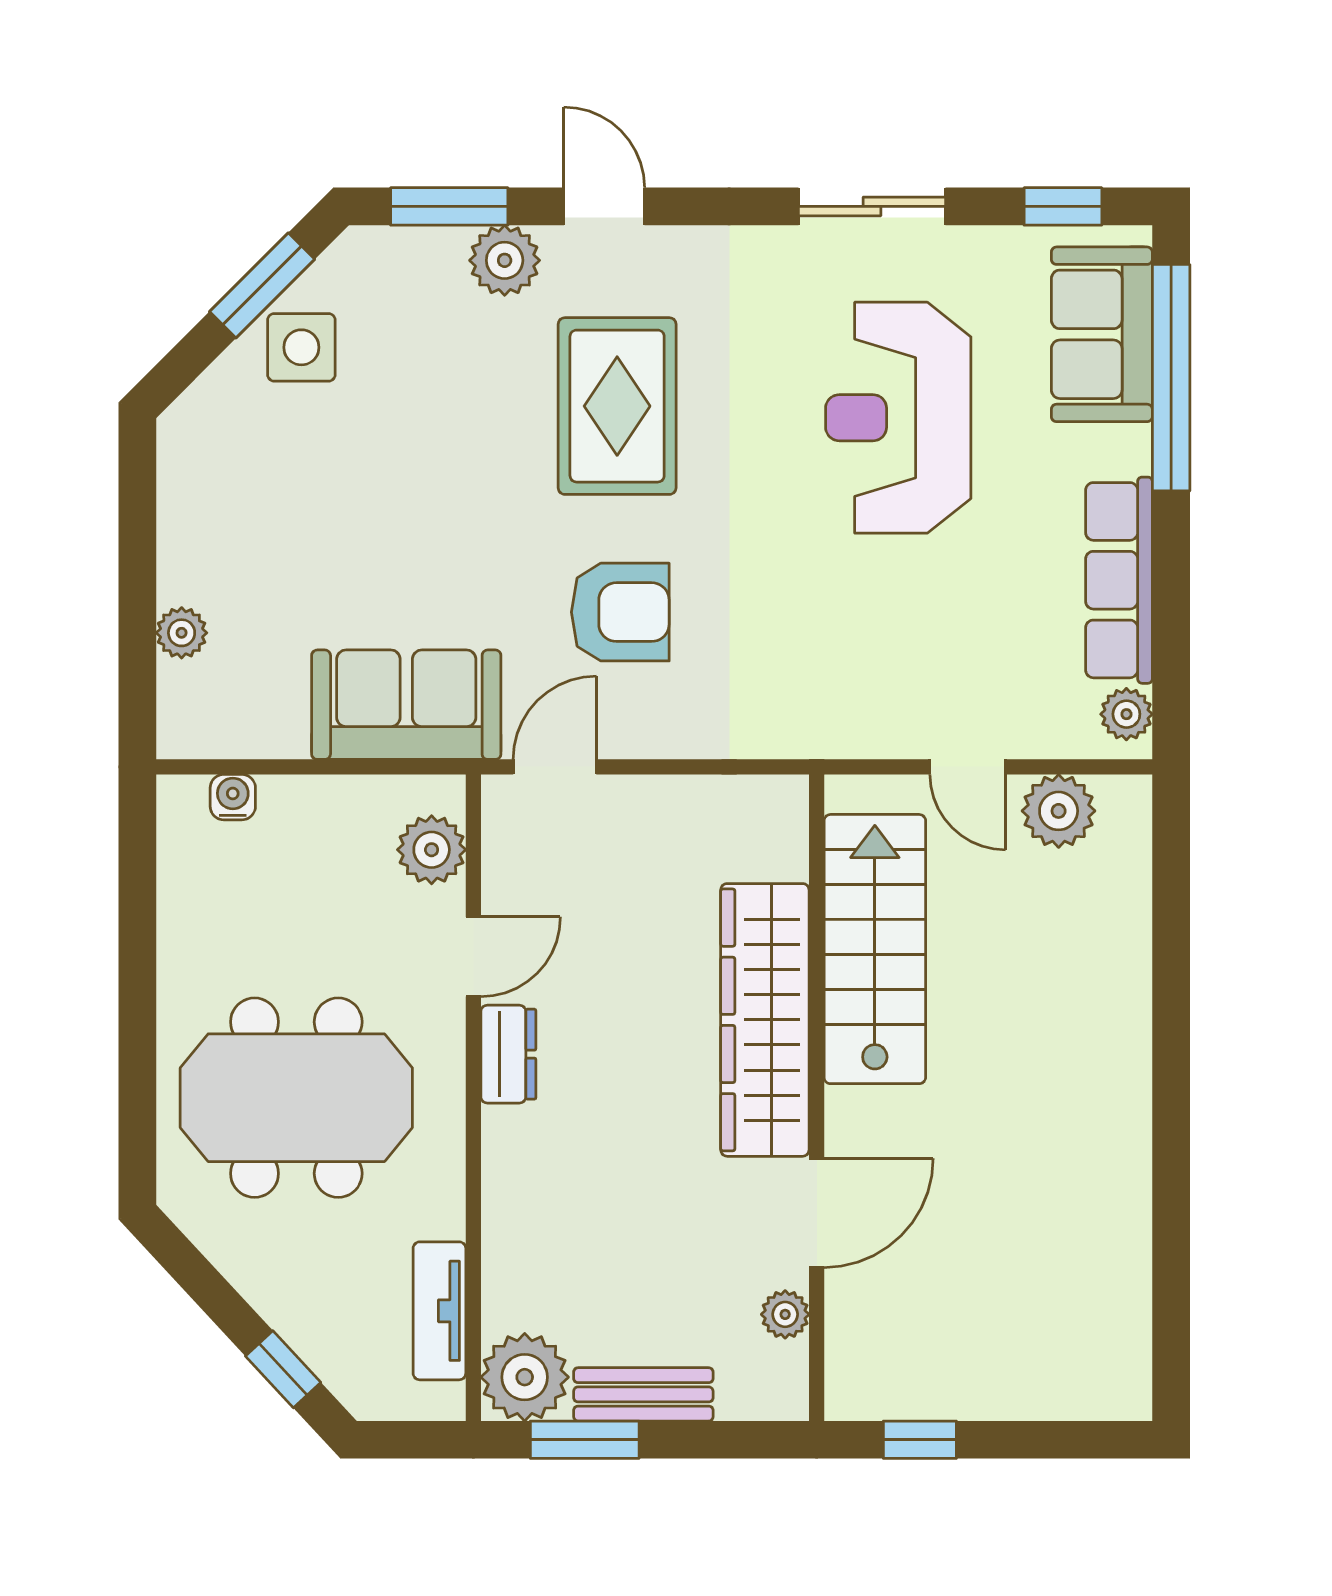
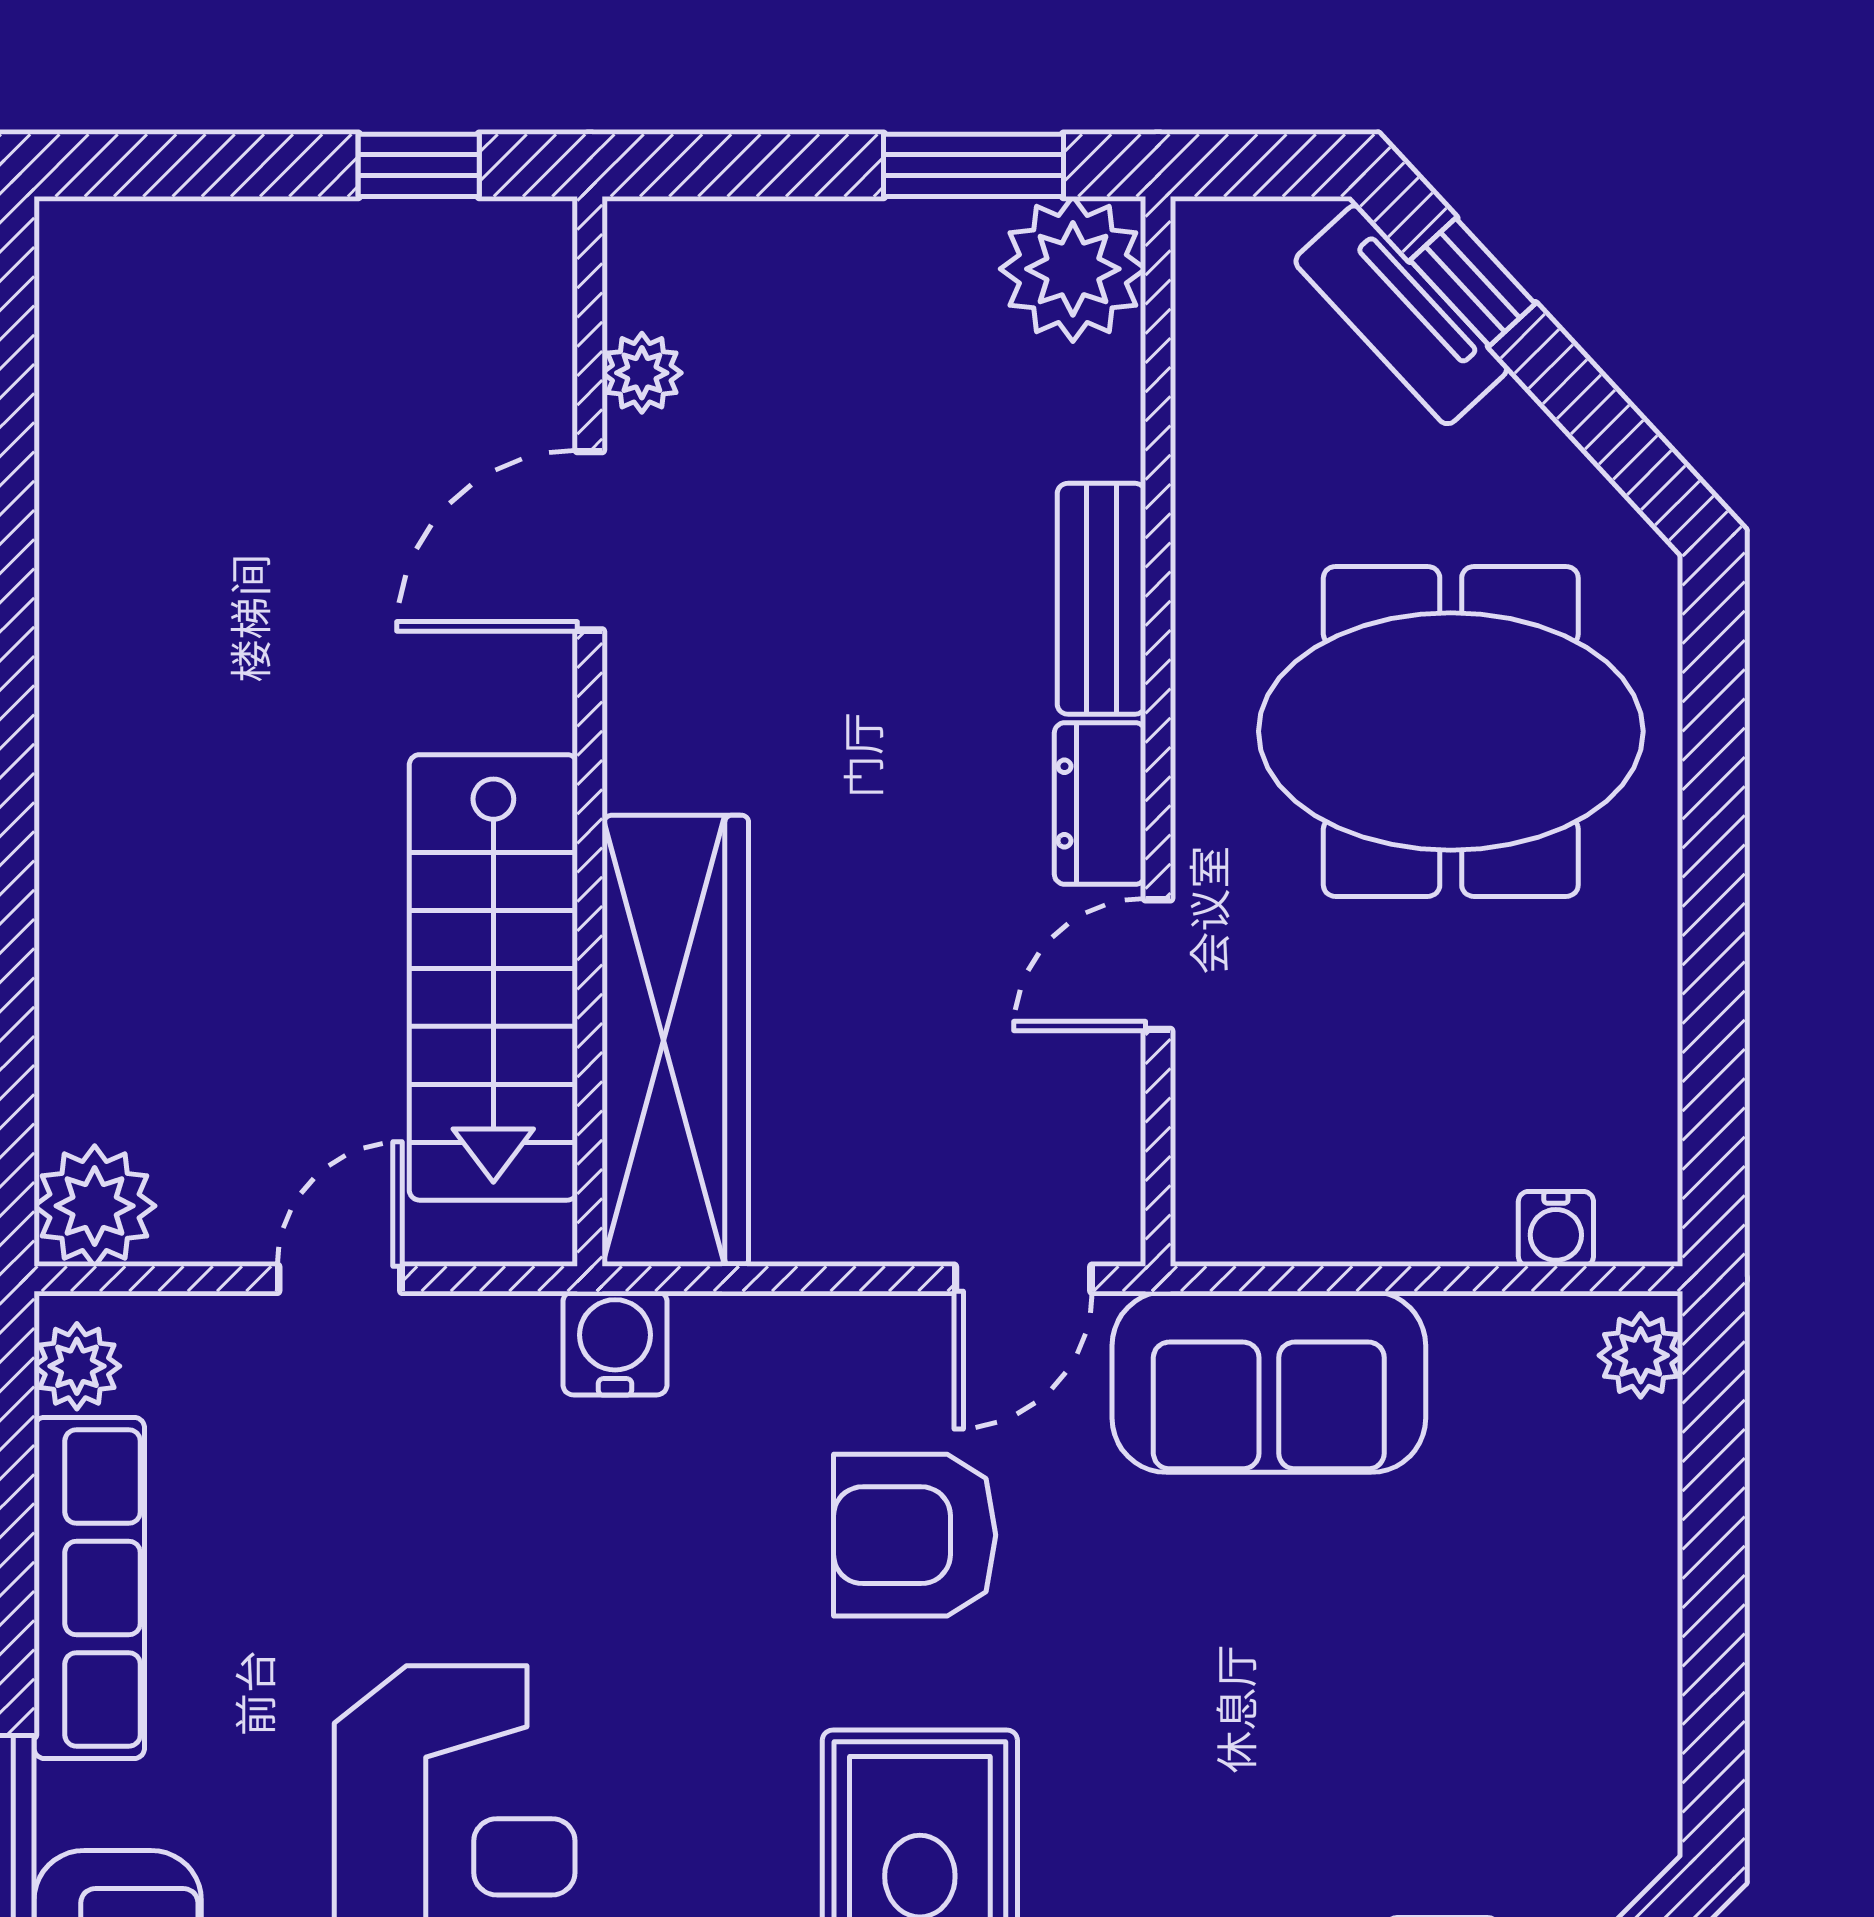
plant: (182, 633) -> (1641, 1355), moved
water cooler: (801, 728) -> (615, 1343), added
door: (968, 767) -> (340, 1279), hinge flipped
plant: (1059, 811) -> (95, 1206), moved
plant: (432, 850) -> (1227, 1142), removed
wardrobe: (765, 1020) -> (675, 1041), moved
tv unit: (439, 1311) -> (1401, 315), moved, turned 137
bench: (643, 1394) -> (1101, 599), moved, turned 90

